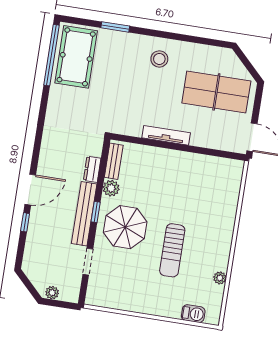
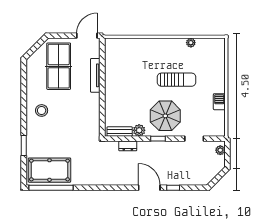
tv unit: (166, 135) -> (95, 75), moved
bench: (84, 214) -> (160, 147), removed
plant: (52, 293) -> (220, 150), moved
barbecue: (193, 314) -> (219, 102), moved

